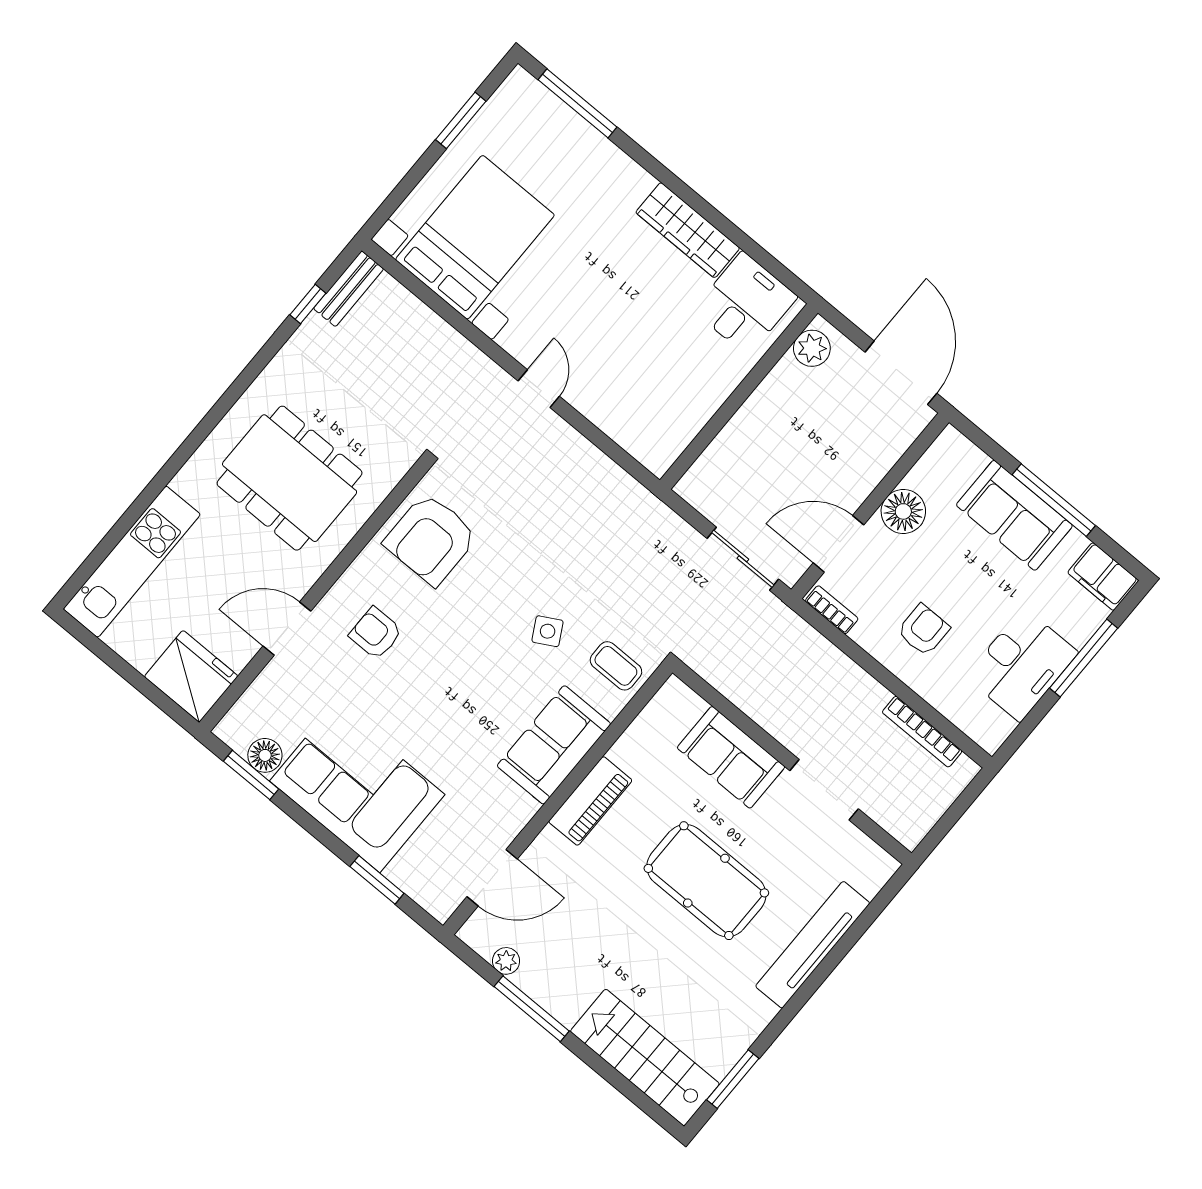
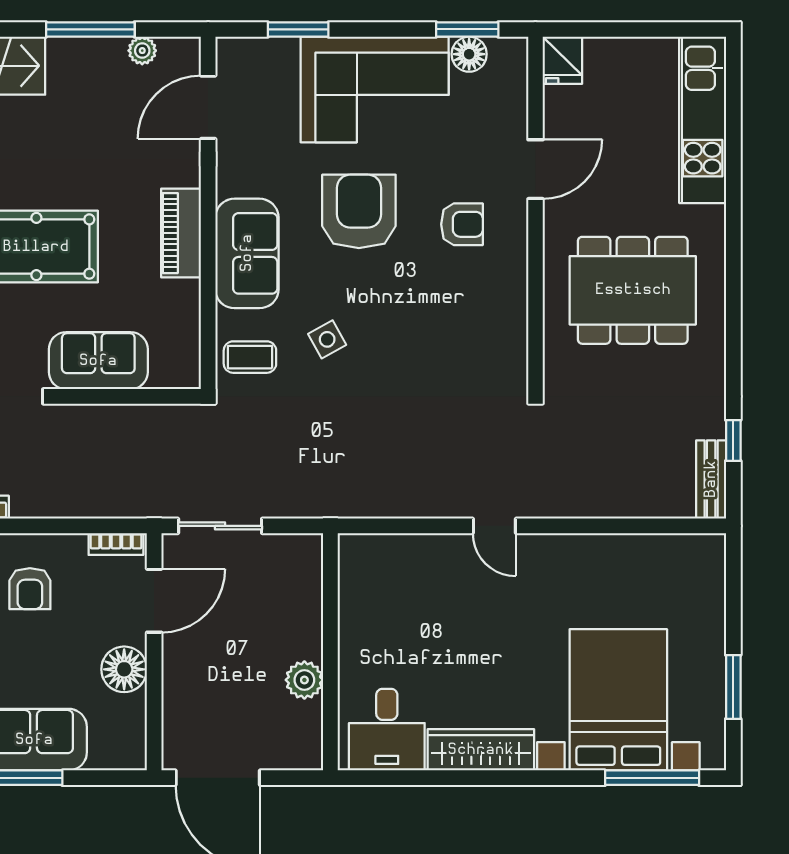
bed with nightstands: (475, 237) -> (618, 700), moved, turned 180
plant: (812, 348) -> (304, 680), moved
armchair: (431, 539) -> (359, 211), moved
fridge: (191, 676) -> (562, 60), width x0.53, depth x0.75

